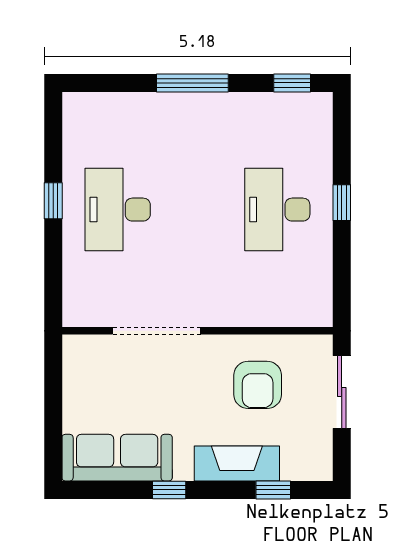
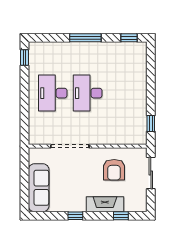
window: (53, 201) -> (25, 57), moved
window: (342, 203) -> (151, 123), moved
desk: (277, 210) -> (88, 93), moved
sofa: (117, 458) -> (39, 188), moved, turned 90

